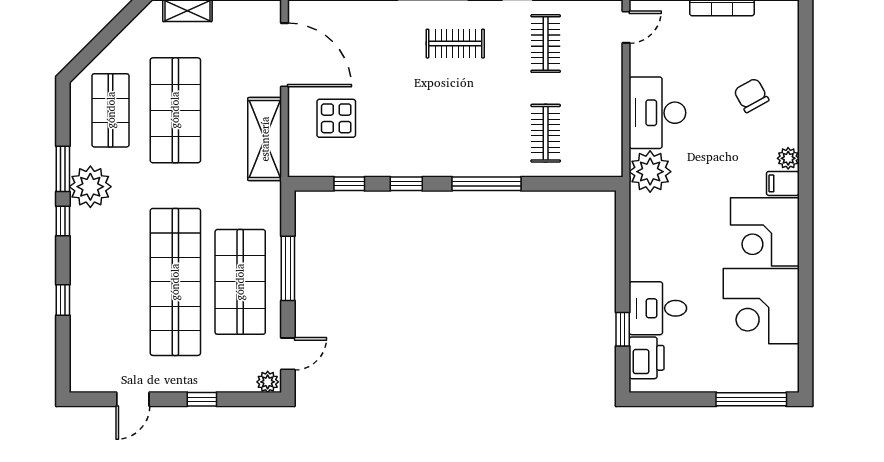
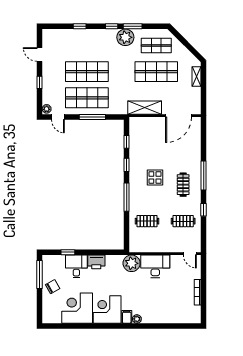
chair: (751, 95) -> (53, 287), moved
display table: (336, 118) -> (155, 178), moved
shop shelf: (175, 282) -> (87, 72), width x0.71
printer: (647, 358) -> (96, 262), moved
window: (751, 399) -> (40, 274), moved

